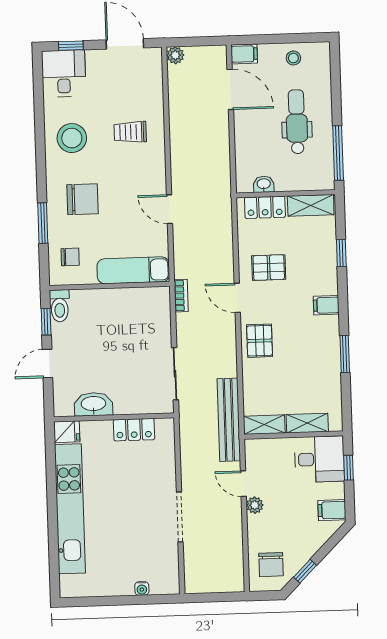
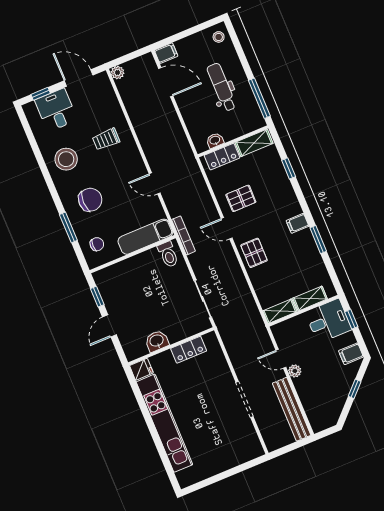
stool: (293, 58) -> (219, 37), moved
desk: (64, 73) -> (56, 110), moved
bookcase: (181, 296) -> (183, 235), width x1.56
filing cabinet: (326, 305) -> (298, 223), moved
toilet: (60, 306) -> (168, 254), moved
washbasin: (93, 404) -> (157, 341), width x0.72
bench: (229, 420) -> (292, 409), moved
chair: (271, 565) -> (322, 409), removed
window: (305, 571) -> (355, 389), moved
water cooler: (142, 588) -> (237, 461), removed

